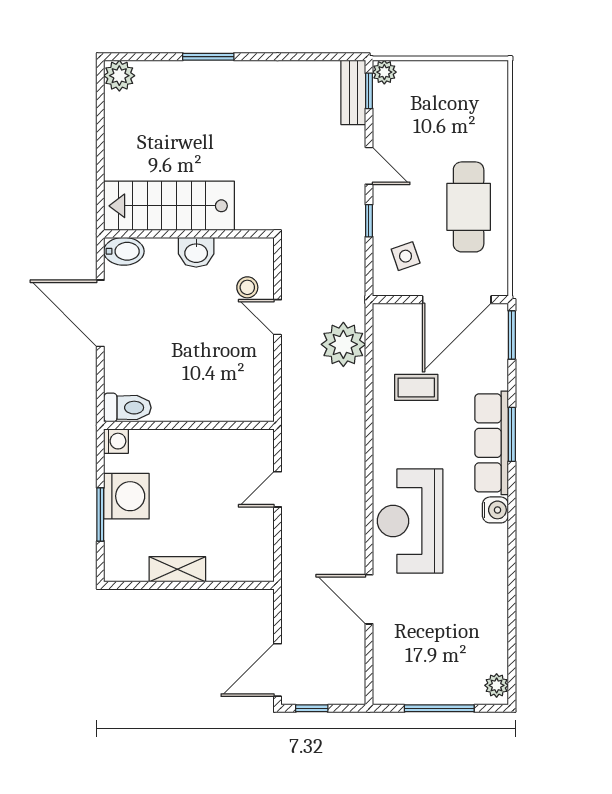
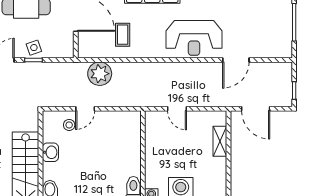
side table: (406, 256) -> (34, 48), moved
shelving: (177, 569) -> (220, 141), moved
door: (278, 670) -> (256, 109), moved

